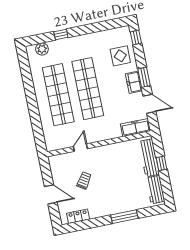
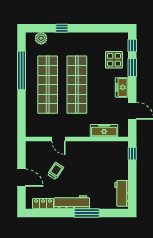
window: (144, 77) -> (132, 67), moved
window: (29, 86) -> (21, 70), added
freezer: (135, 127) -> (104, 131), moved
door: (80, 148) -> (59, 139), swing flipped
workbench: (149, 158) -> (72, 202), moved, turned 90
window: (162, 163) -> (132, 154), moved

